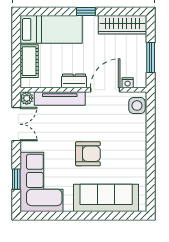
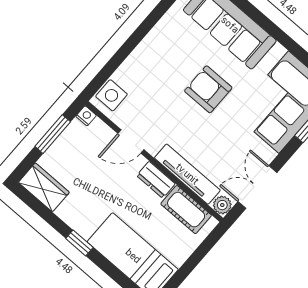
wardrobe: (123, 25) -> (44, 187), width x0.67
cot: (29, 61) -> (186, 210), moved, turned 90
nightstand: (128, 83) -> (86, 116), moved
door: (105, 90) -> (131, 142), width x0.73

